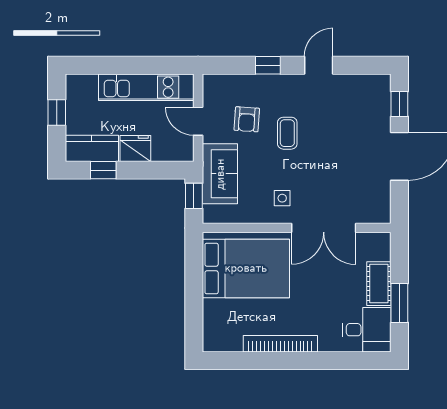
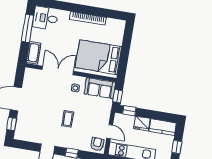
armchair: (247, 119) -> (97, 144), moved
window: (103, 170) -> (129, 111), moved
sofa: (220, 174) -> (100, 88), moved, turned -90
cot: (379, 284) -> (34, 53), moved
window: (399, 303) -> (27, 28), width x1.44

